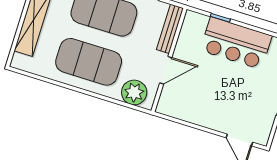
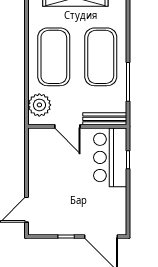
bar counter: (236, 43) -> (110, 157), moved

